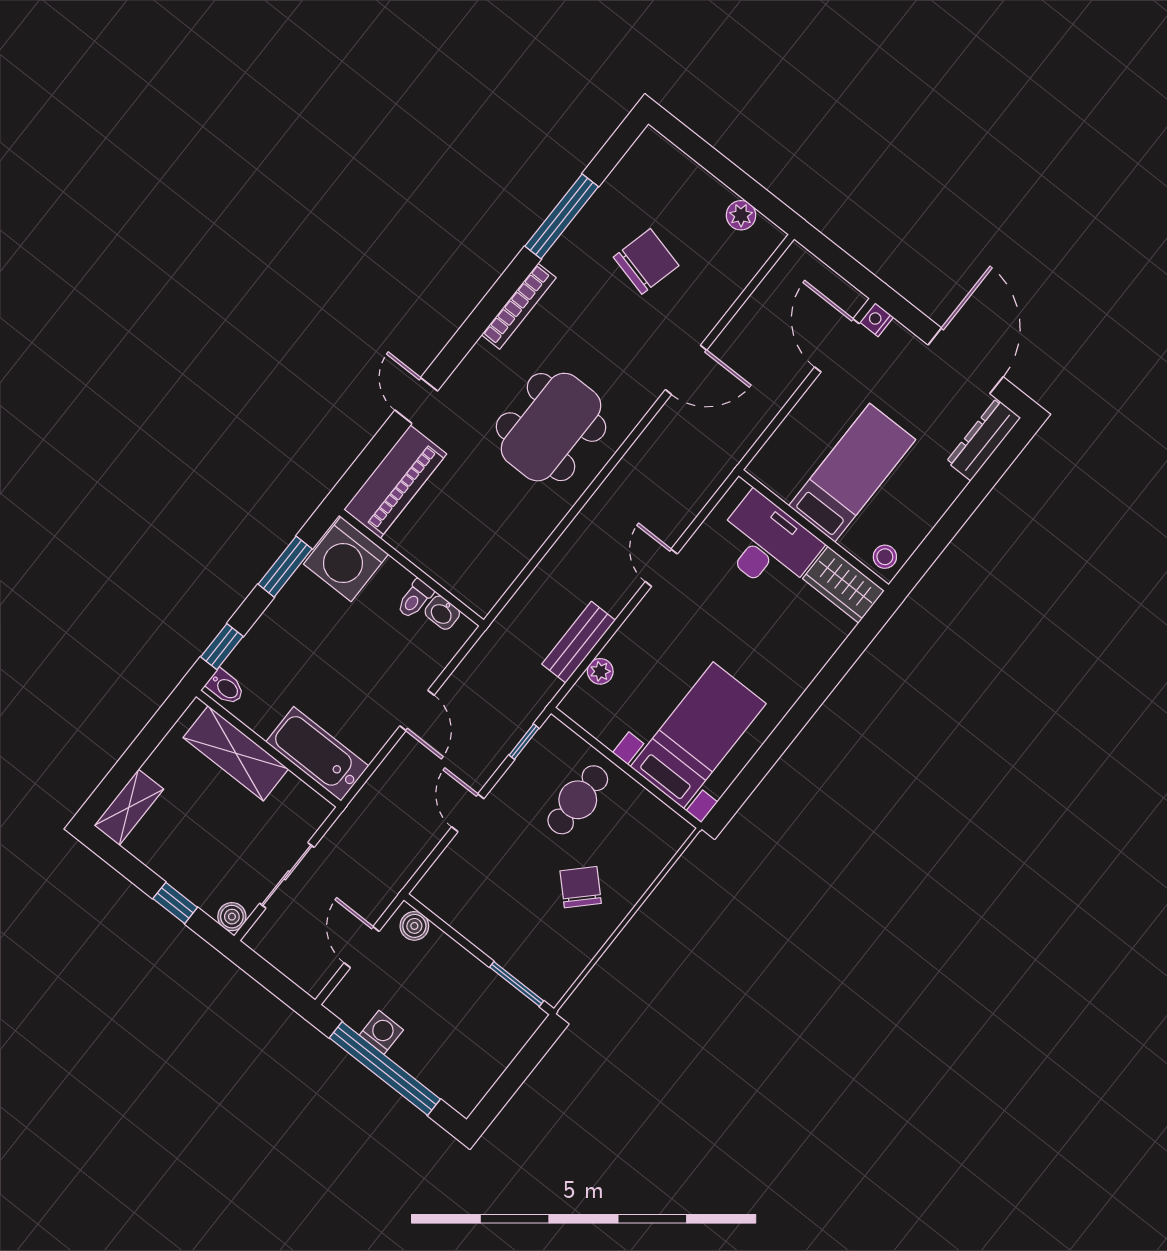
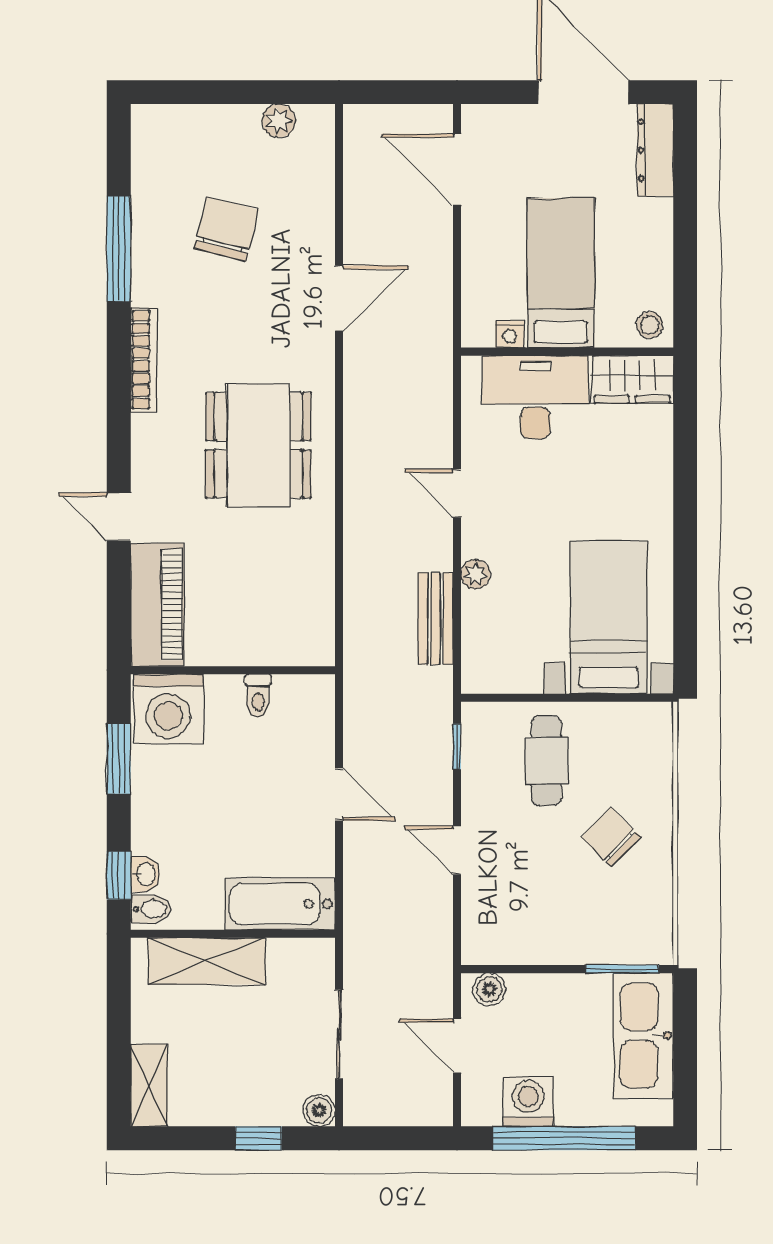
nightstand: (877, 320) -> (510, 334), moved, turned -90
washbasin: (442, 613) -> (145, 874), moved, turned -90
plant: (600, 671) -> (476, 574), moved
washing machine: (381, 1032) -> (528, 1102), width x1.38, depth x1.38
kitchen sink: (495, 1041) -> (643, 1036), added

